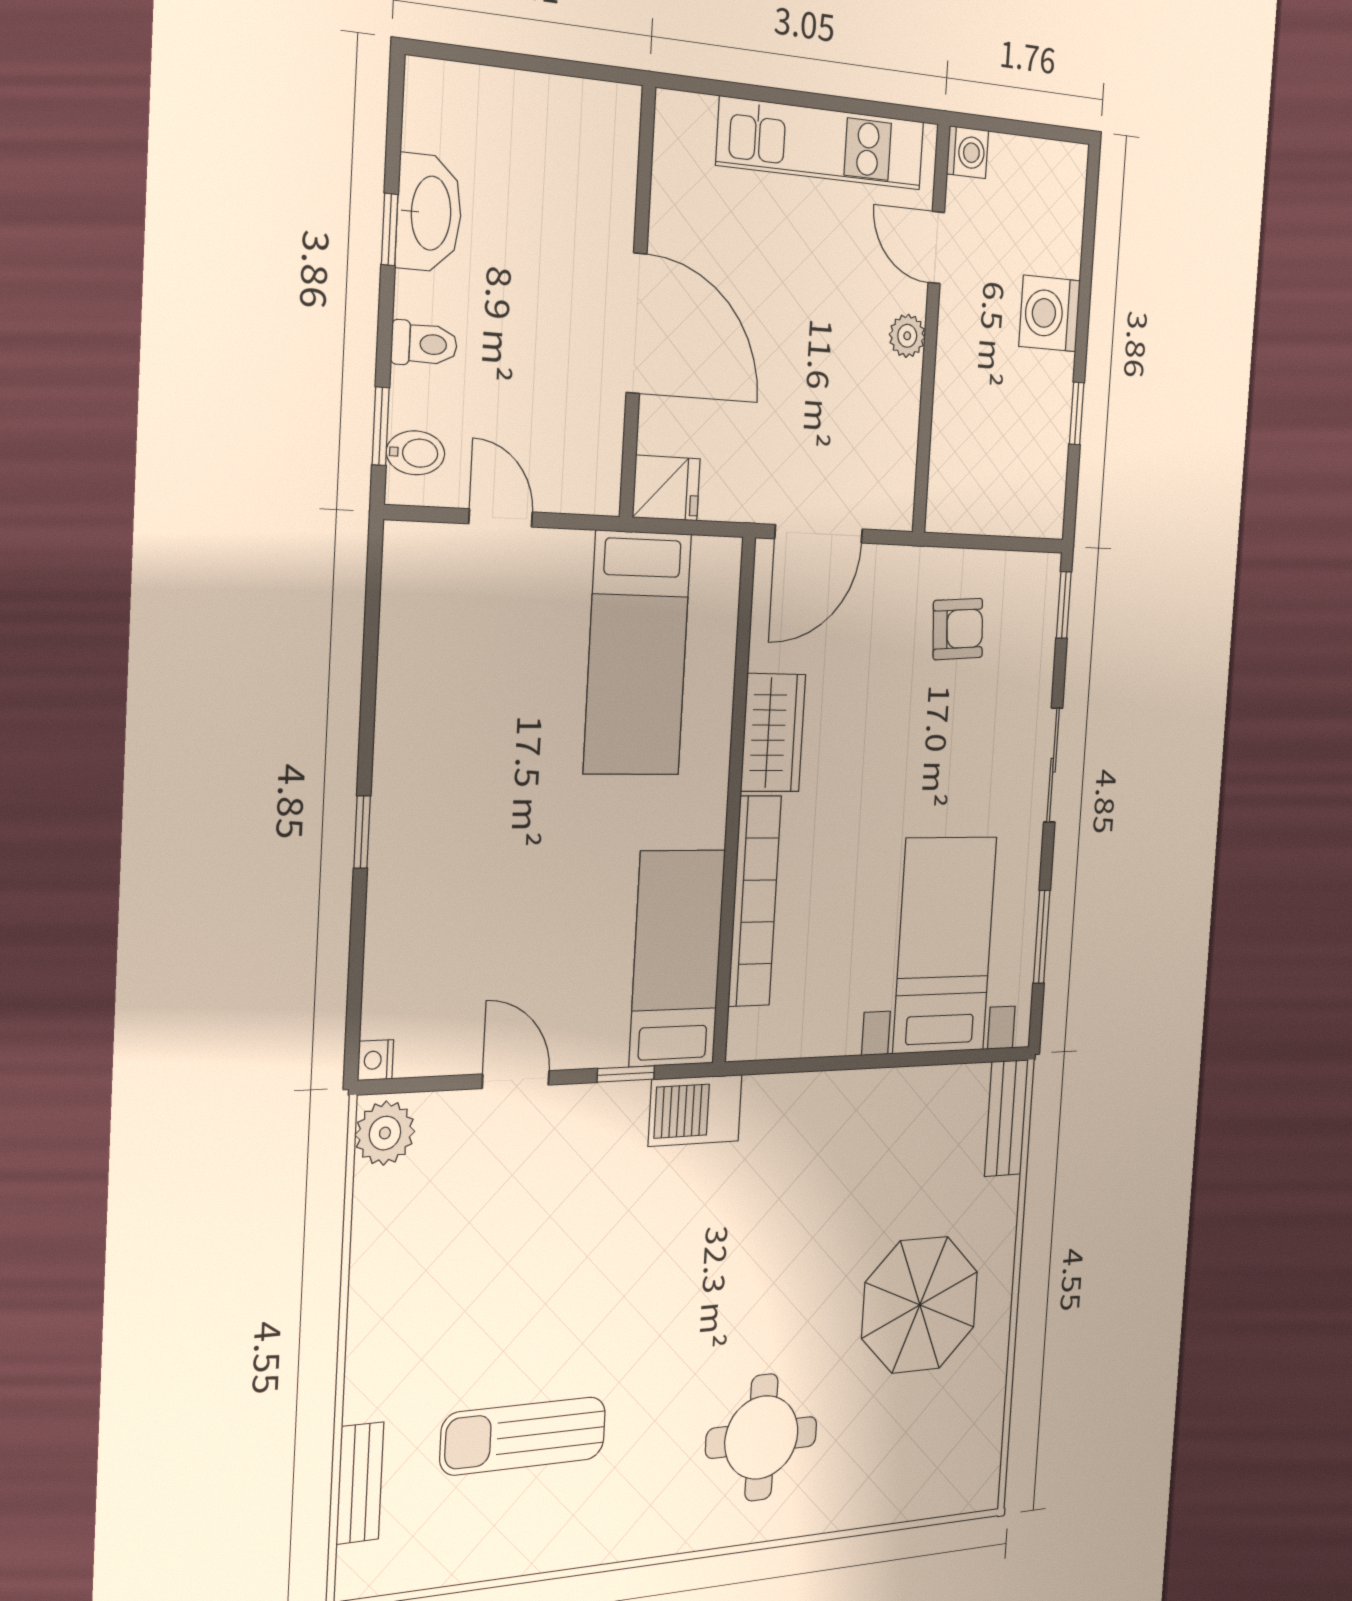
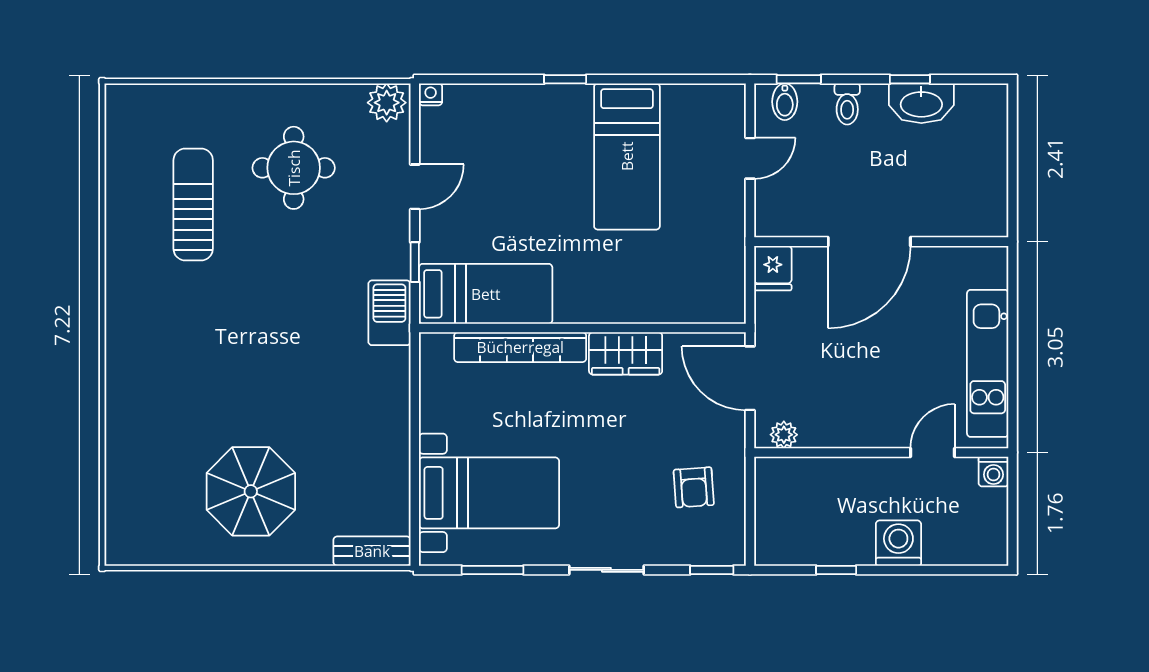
plant: (907, 336) -> (784, 435), moved
bed: (637, 654) -> (627, 156), moved, turned -90
round table: (761, 1437) -> (294, 168), moved
bench: (360, 1483) -> (176, 97), removed

